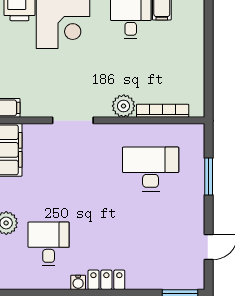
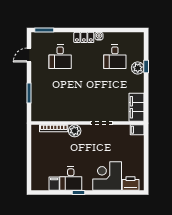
desk: (151, 169) -> (60, 57), moved, width x0.73

